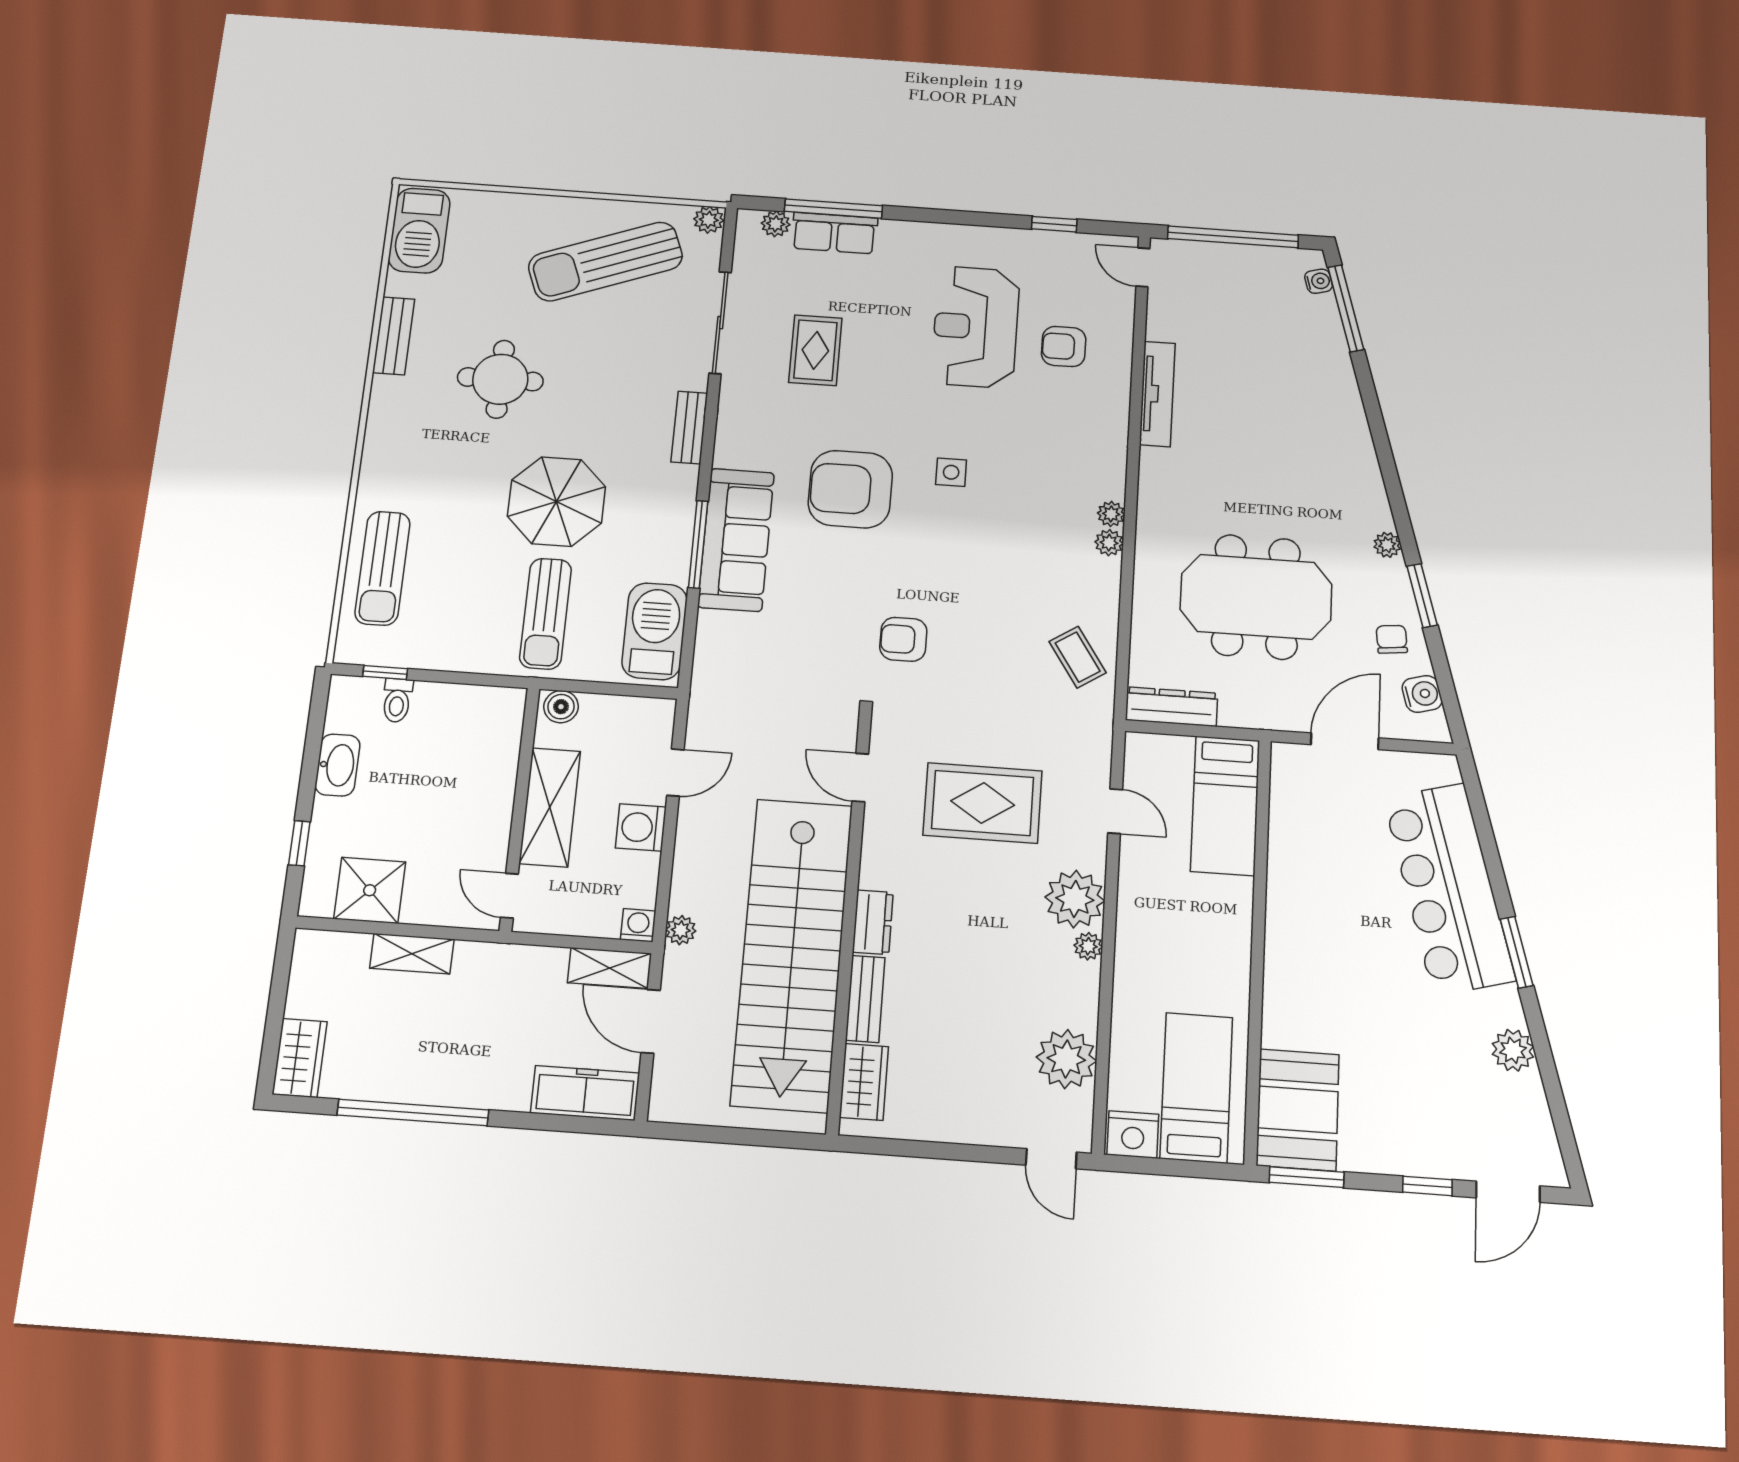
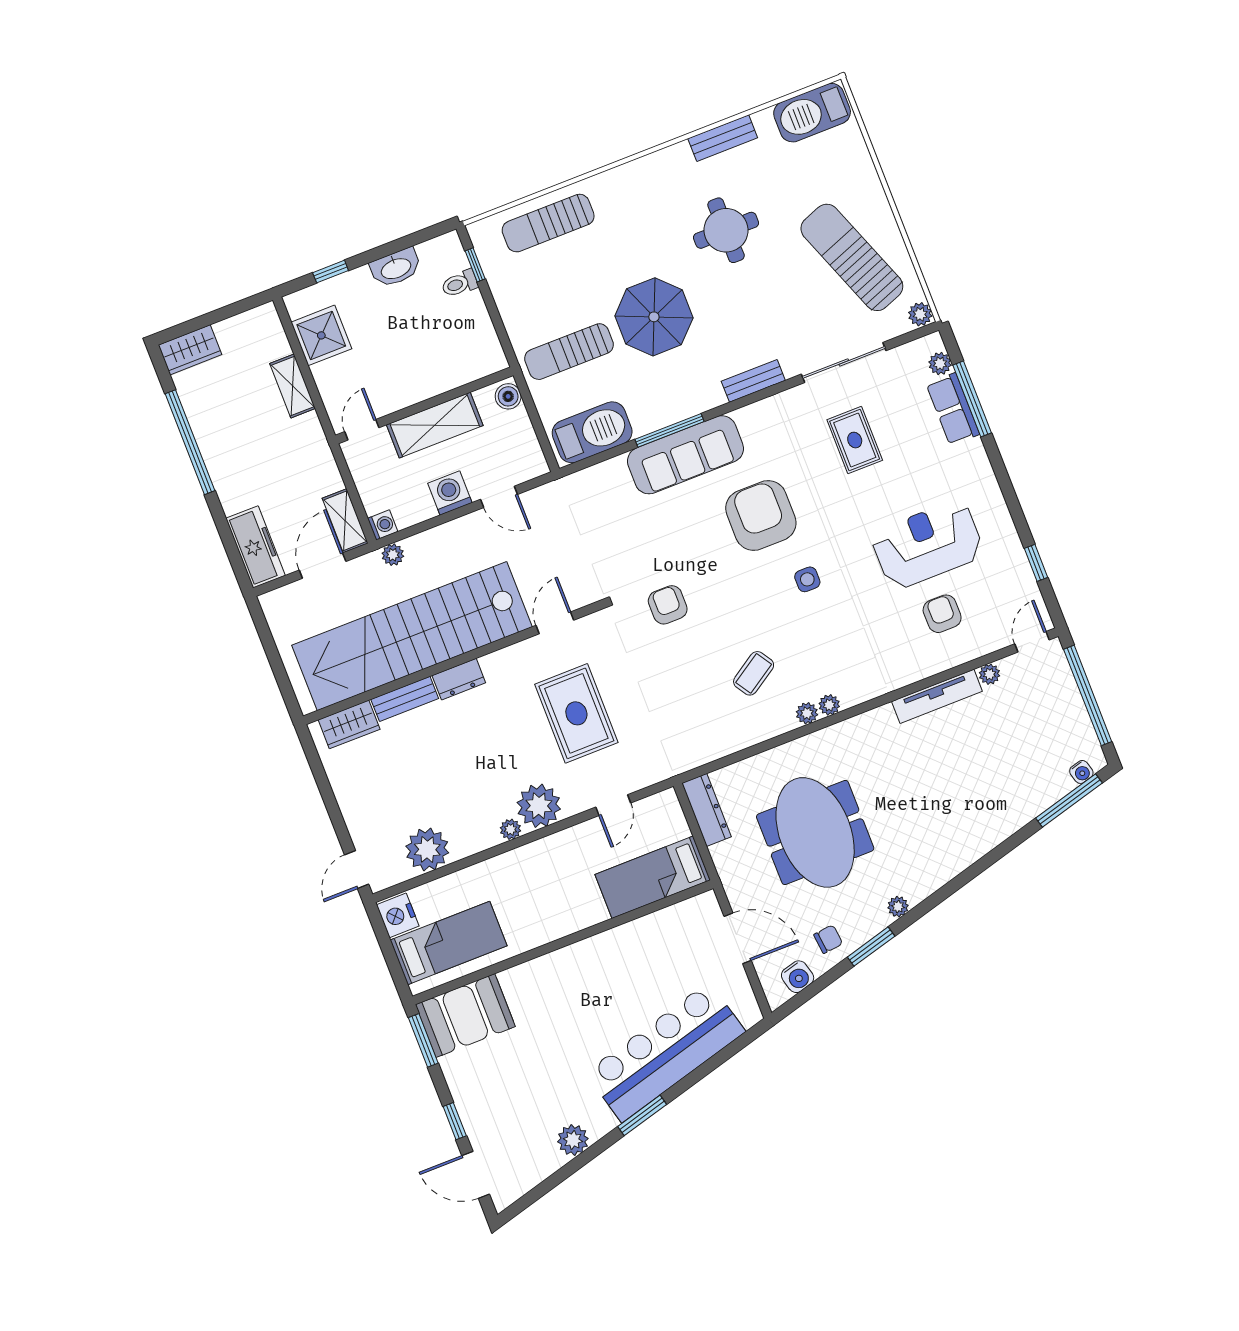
plant: (1159, 327) -> (989, 674), added
rug: (815, 350) -> (855, 440), turned 90
coffee table: (1078, 657) -> (754, 673), moved

